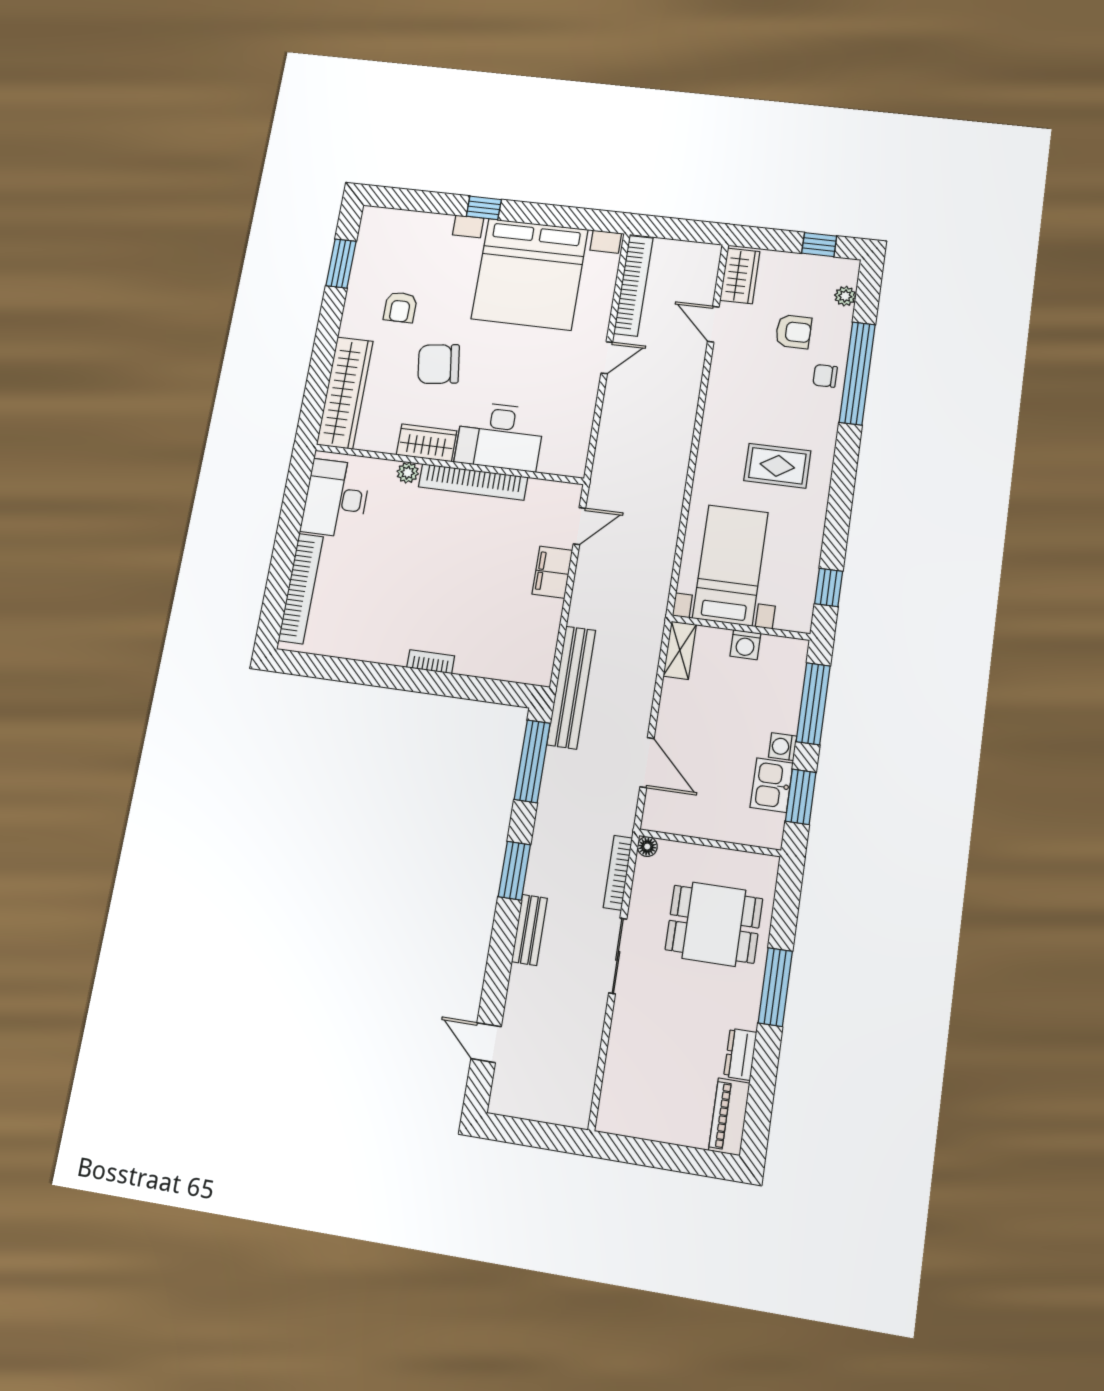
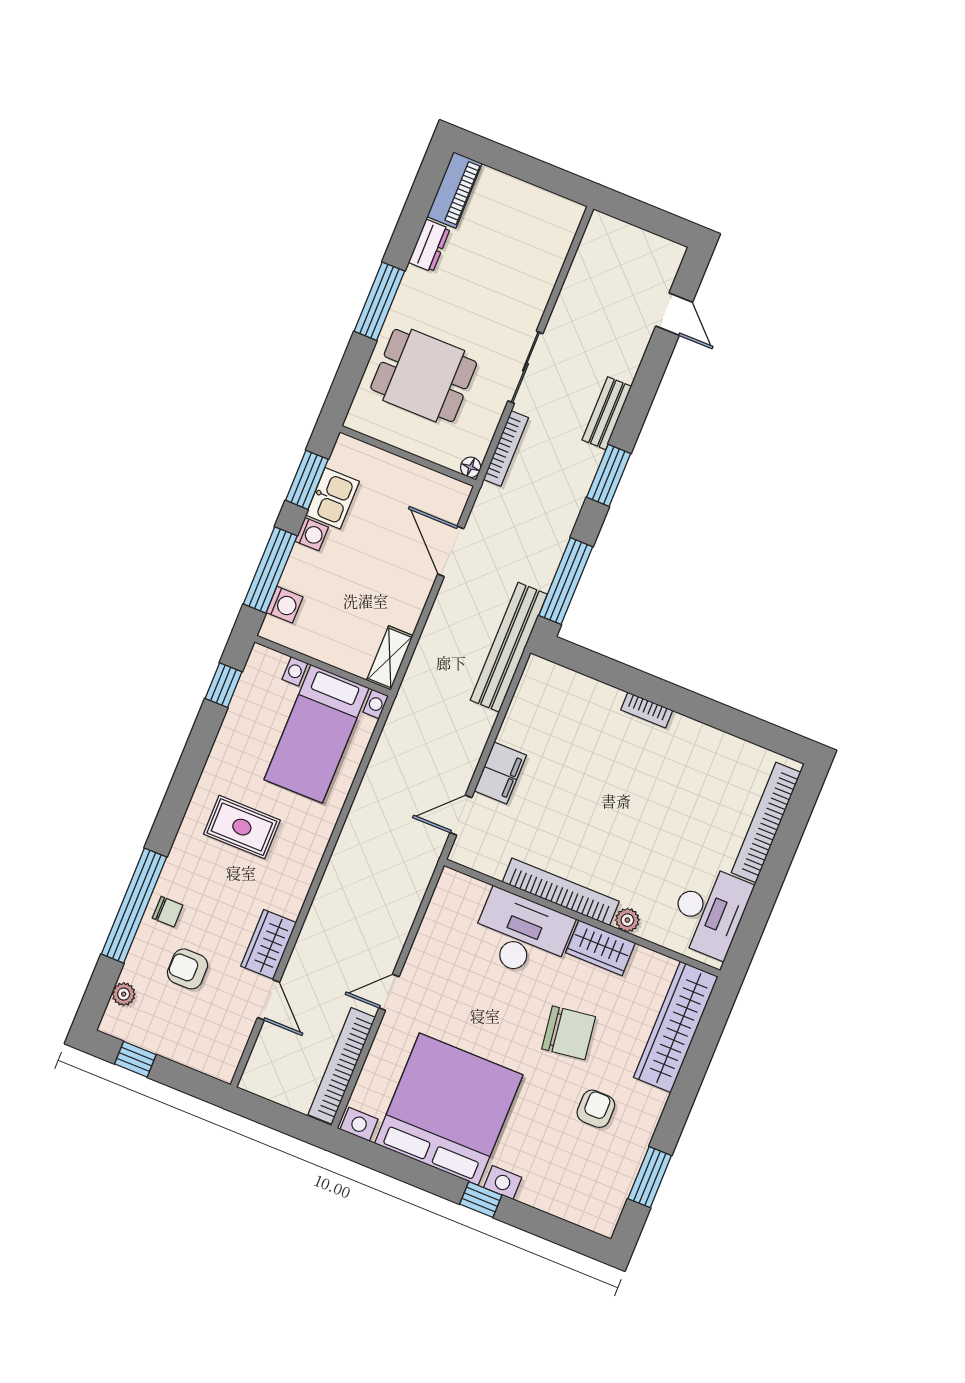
wardrobe: (740, 276) -> (269, 944), moved
washing machine: (745, 645) -> (285, 605), moved, turned 90

